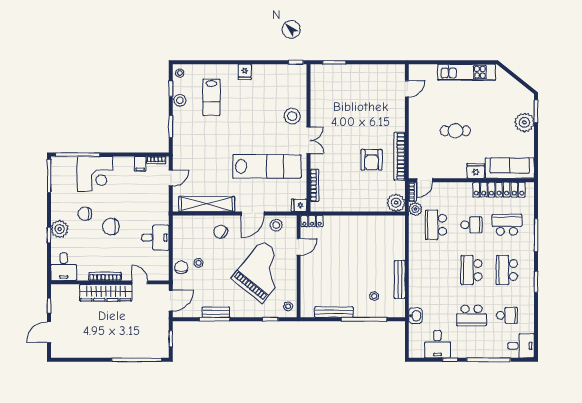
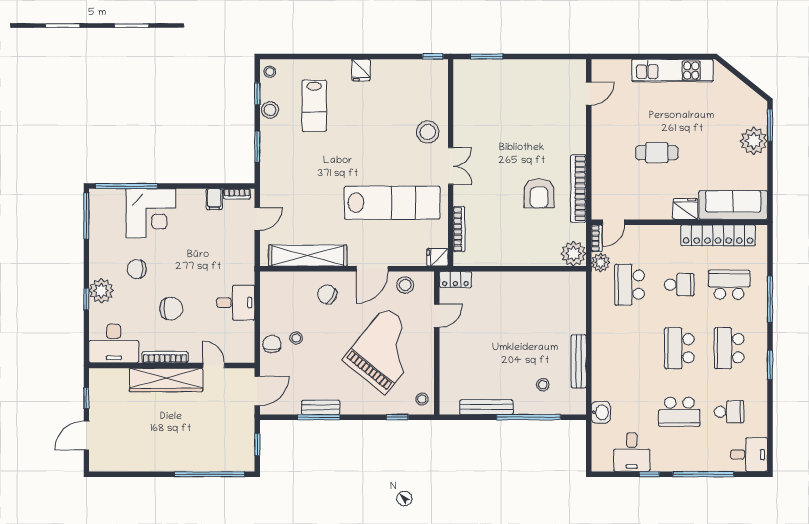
chair: (111, 227) -> (171, 309), moved, turned 180
desk: (64, 267) -> (114, 343), width x1.37

